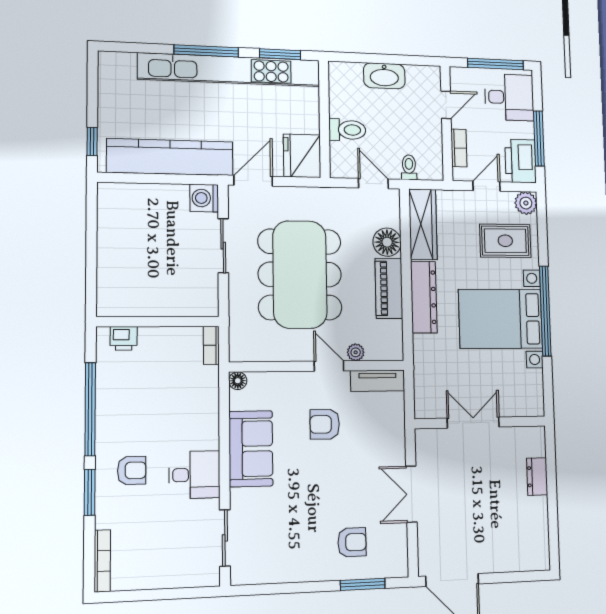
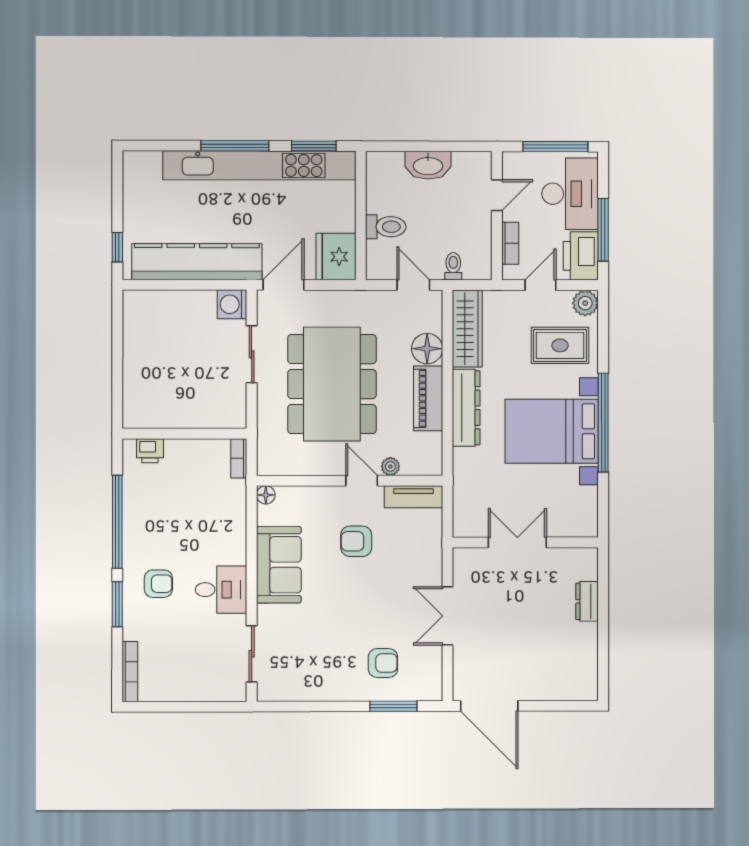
desk: (509, 97) -> (570, 194), width x1.37

